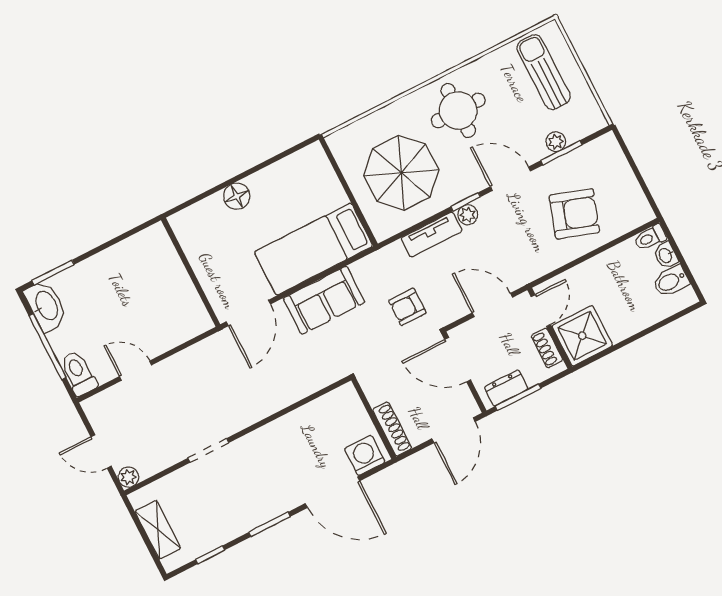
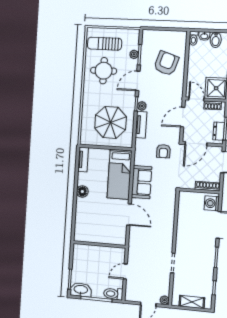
round table: (458, 110) -> (104, 71), moved
tv unit: (299, 161) -> (83, 159), added
wall: (191, 272) -> (99, 244), moved

